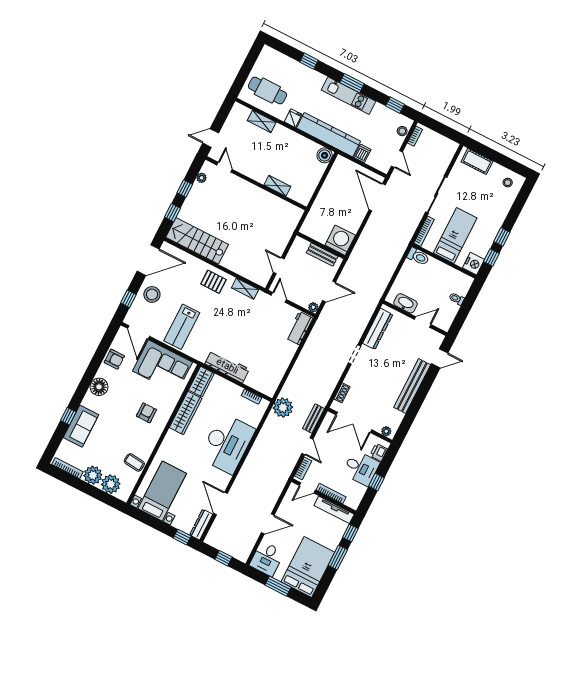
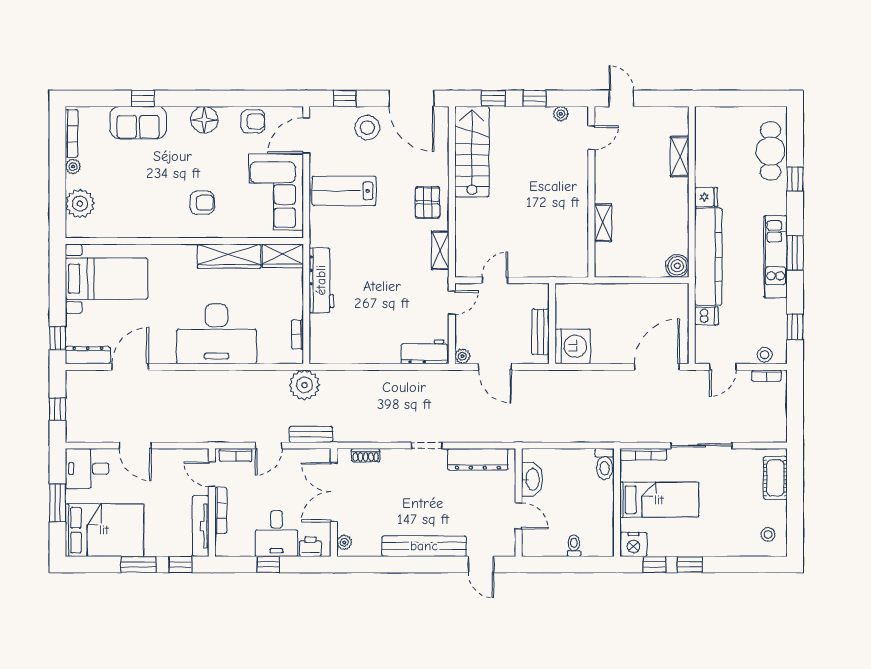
cafe table: (267, 91) -> (771, 151), moved
armchair: (114, 359) -> (253, 121), turned -90
coffee table: (134, 462) -> (126, 221), removed
plant: (93, 475) -> (73, 167), width x0.53, depth x0.53

